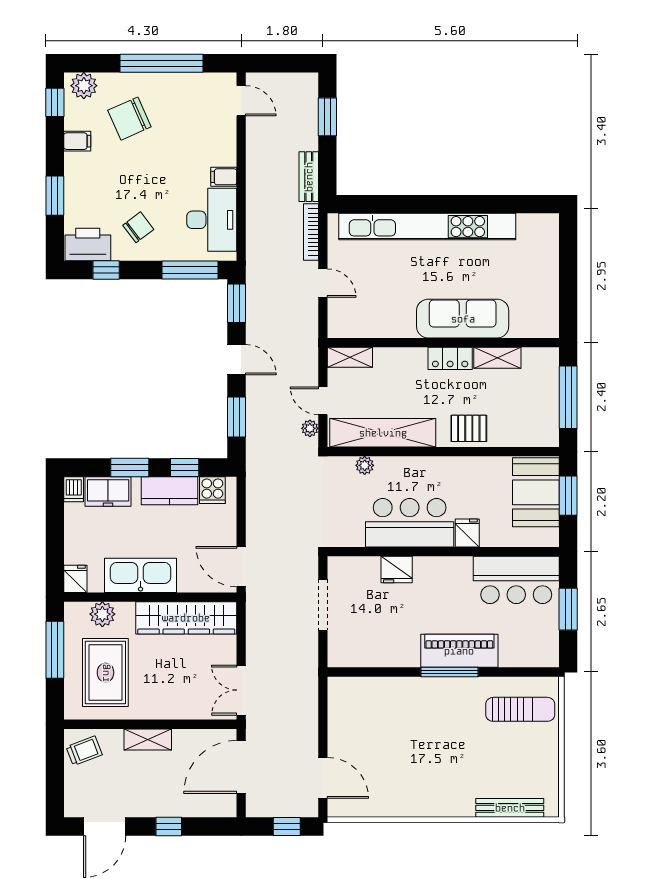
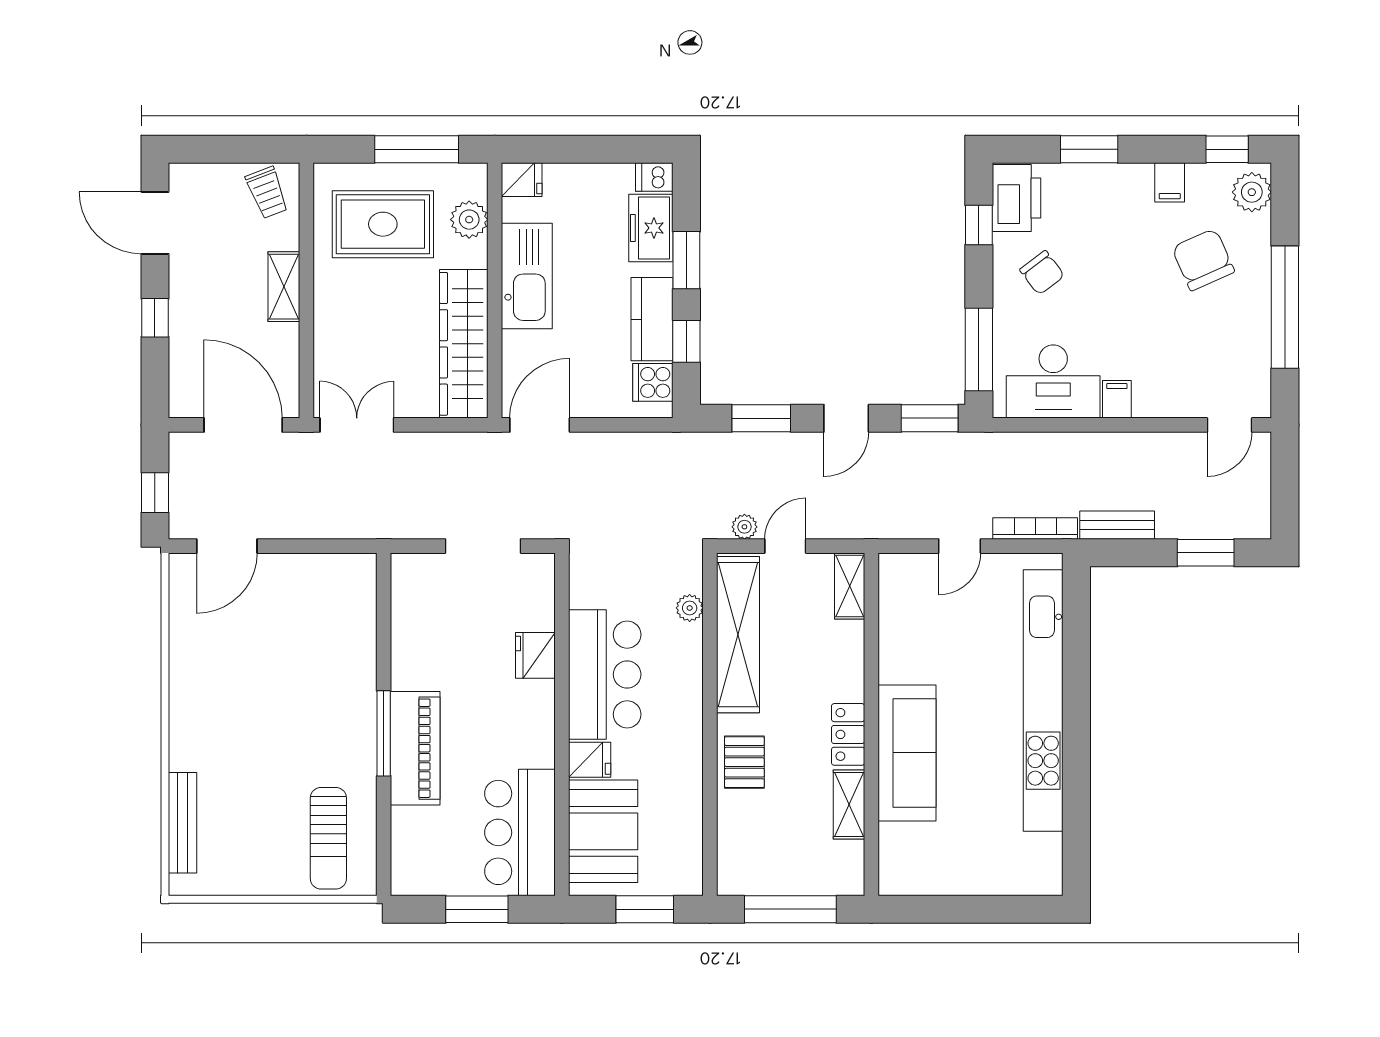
booth: (536, 492) -> (603, 831), moved, turned 90

